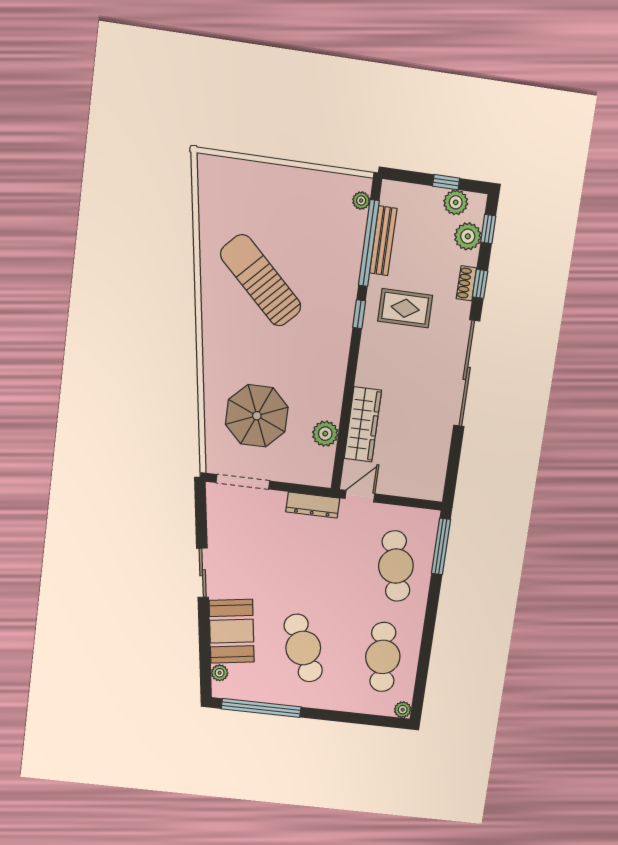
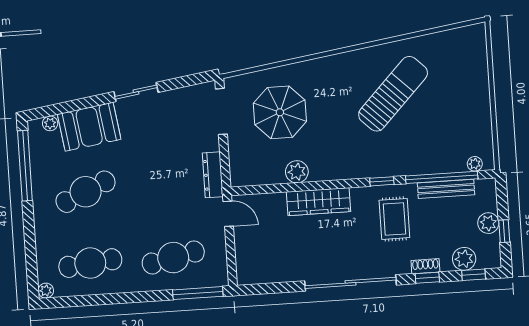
plant: (456, 202) -> (488, 223), moved
wardrobe: (363, 424) -> (318, 202), moved
plant: (325, 434) -> (297, 172), moved

